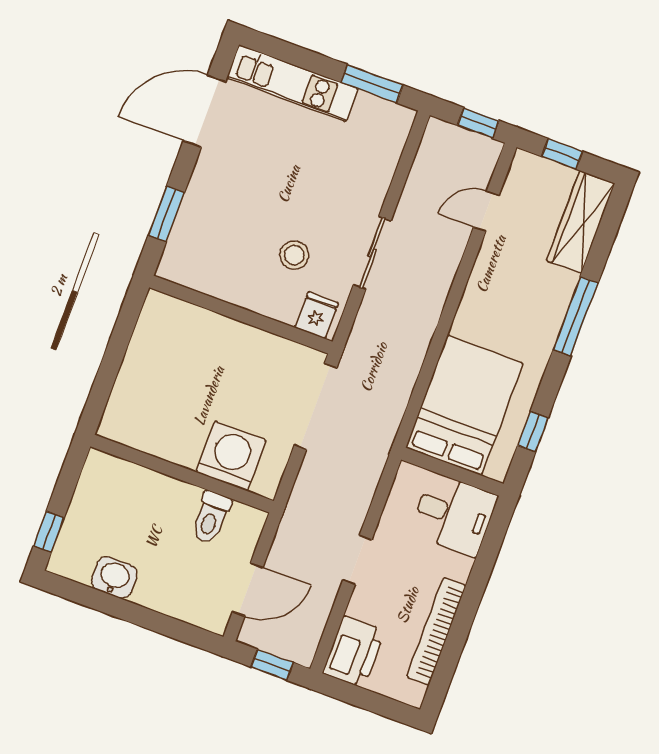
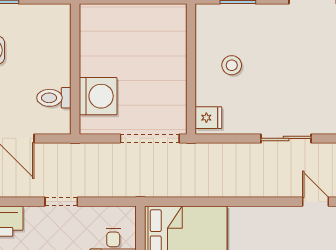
sliding door: (372, 253) -> (286, 138), moved
stool: (294, 255) -> (232, 65), moved

